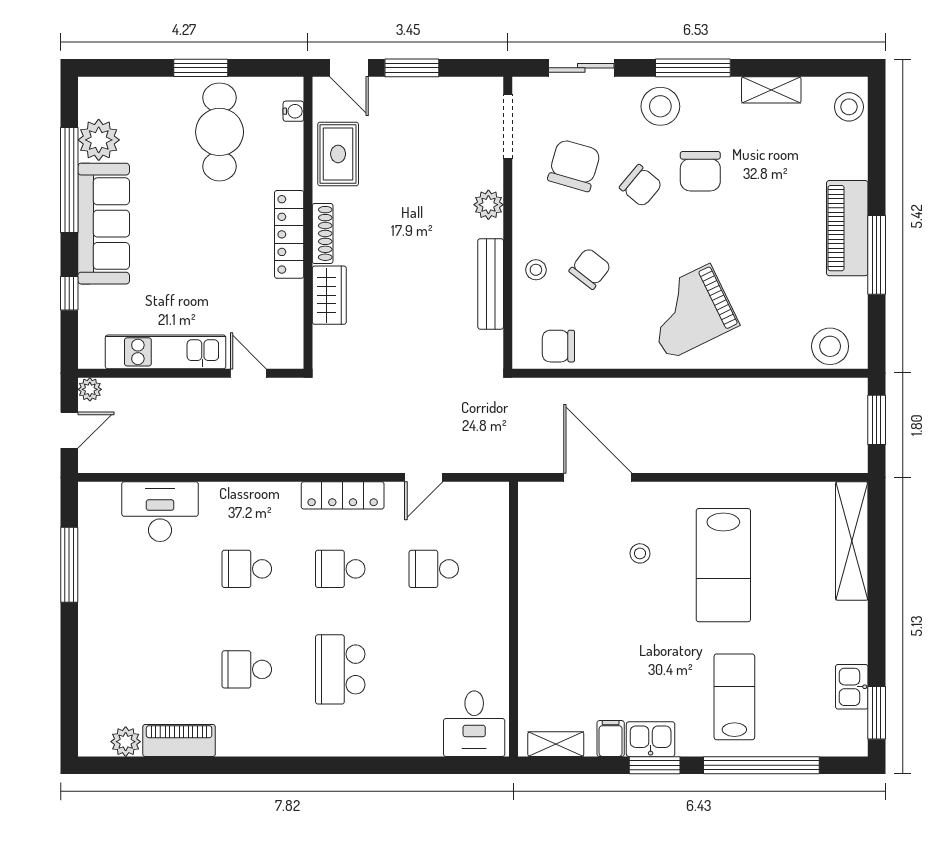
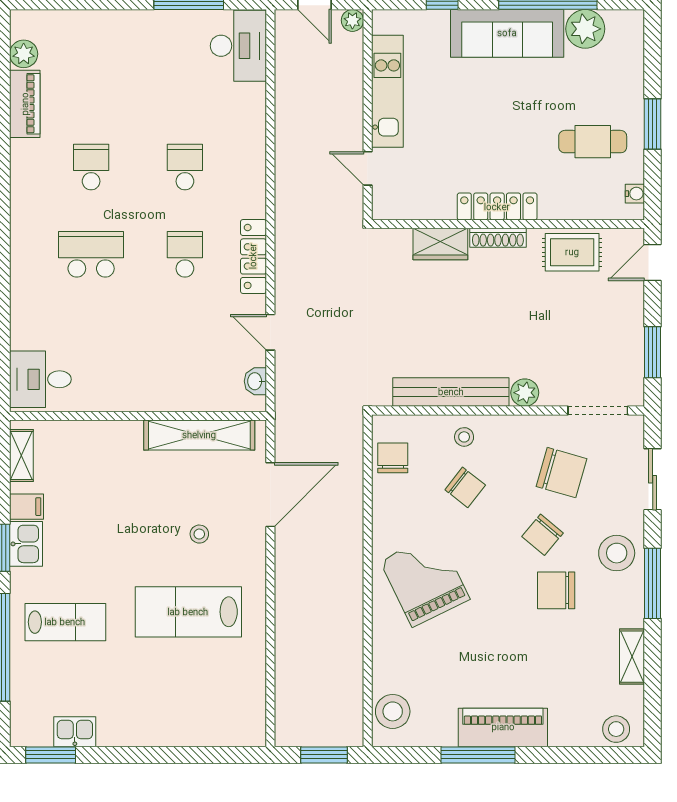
window: (412, 68) -> (653, 352), moved
water cooler: (293, 111) -> (635, 194), moved, turned -90
cafe table: (220, 132) -> (593, 142), width x0.73, depth x0.74
bench: (491, 284) -> (451, 392), width x1.37, depth x1.21
door: (248, 373) -> (368, 168), swing flipped
washbasin: (476, 493) -> (255, 381), added
desk: (160, 512) -> (238, 46), moved
shelving: (852, 541) -> (199, 435), moved
school desk: (434, 569) -> (185, 342), removed

